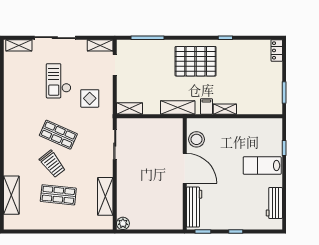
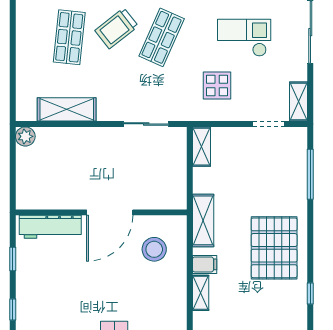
door: (185, 168) -> (110, 212), moved
wall: (185, 174) -> (101, 212), moved
workbench: (194, 207) -> (50, 227), moved

